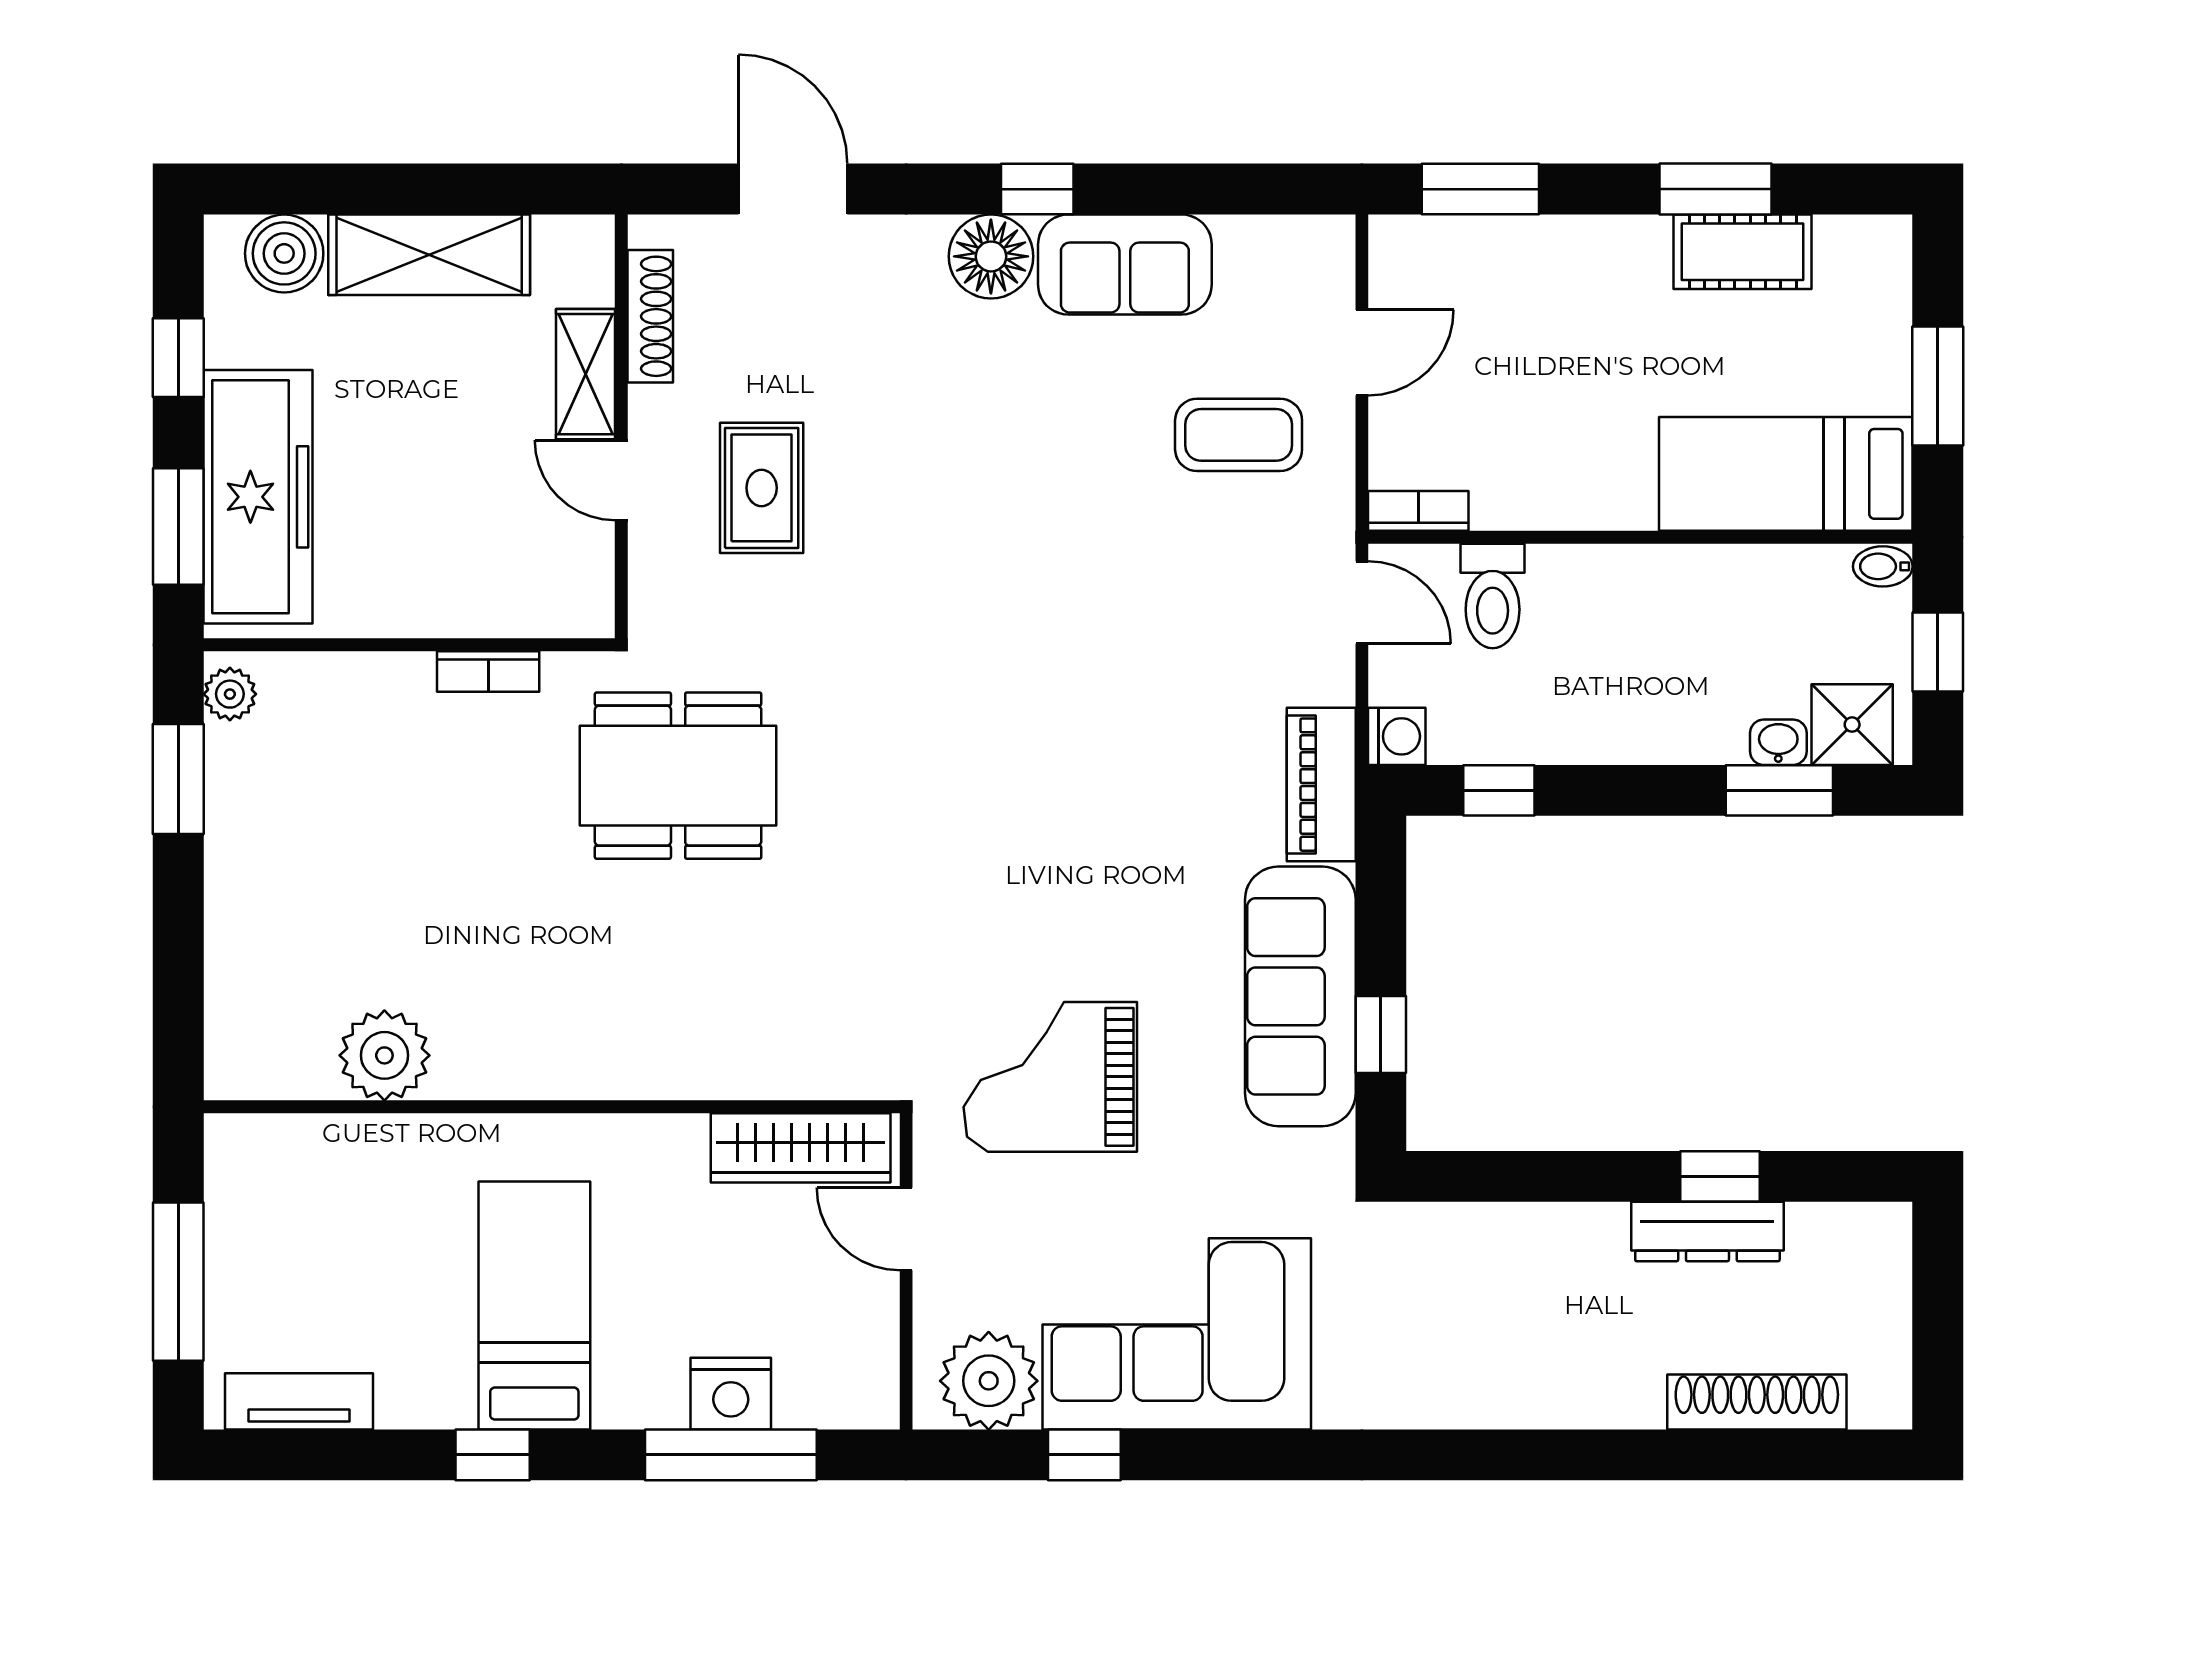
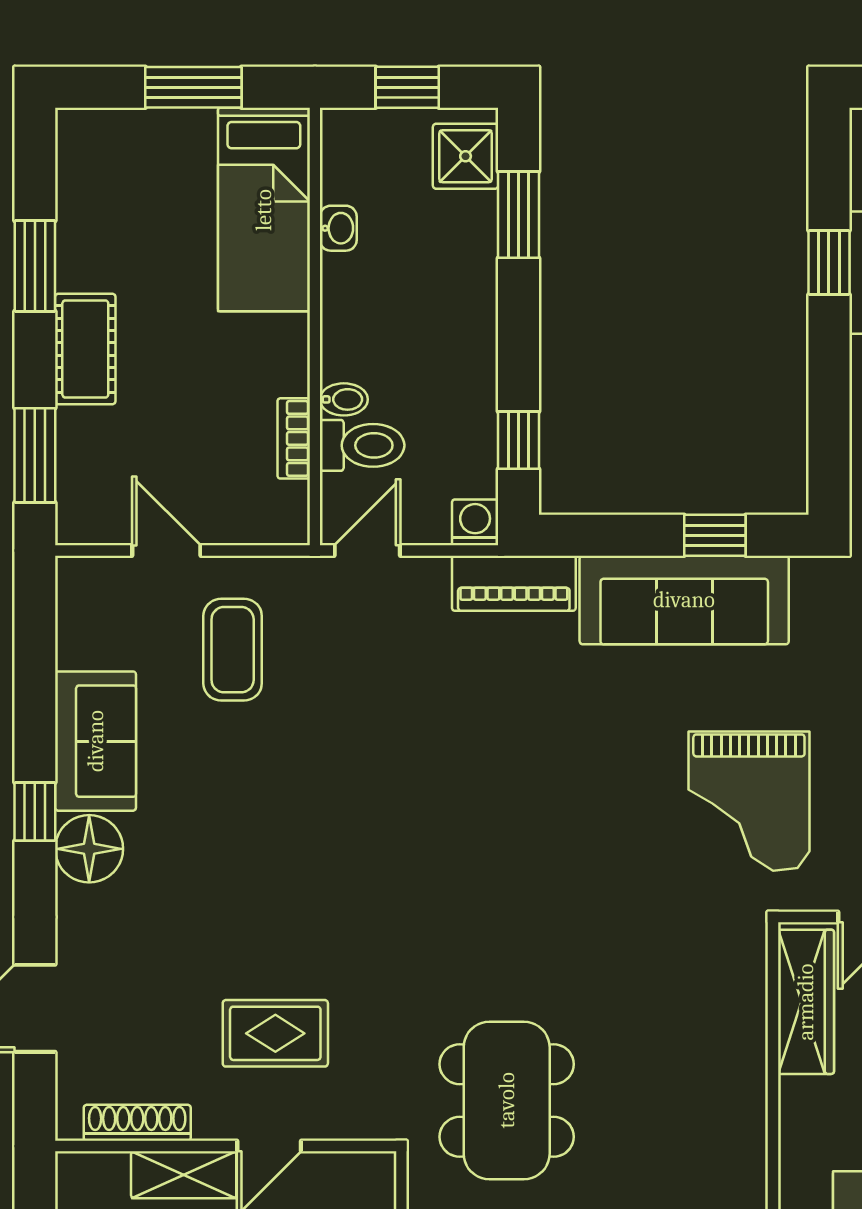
cot: (1743, 252) -> (85, 349), moved
bookcase: (1418, 511) -> (294, 438), moved
bidet: (1883, 566) -> (344, 399), moved, turned -90
washbasin: (1778, 742) -> (338, 228), moved, turned 180

